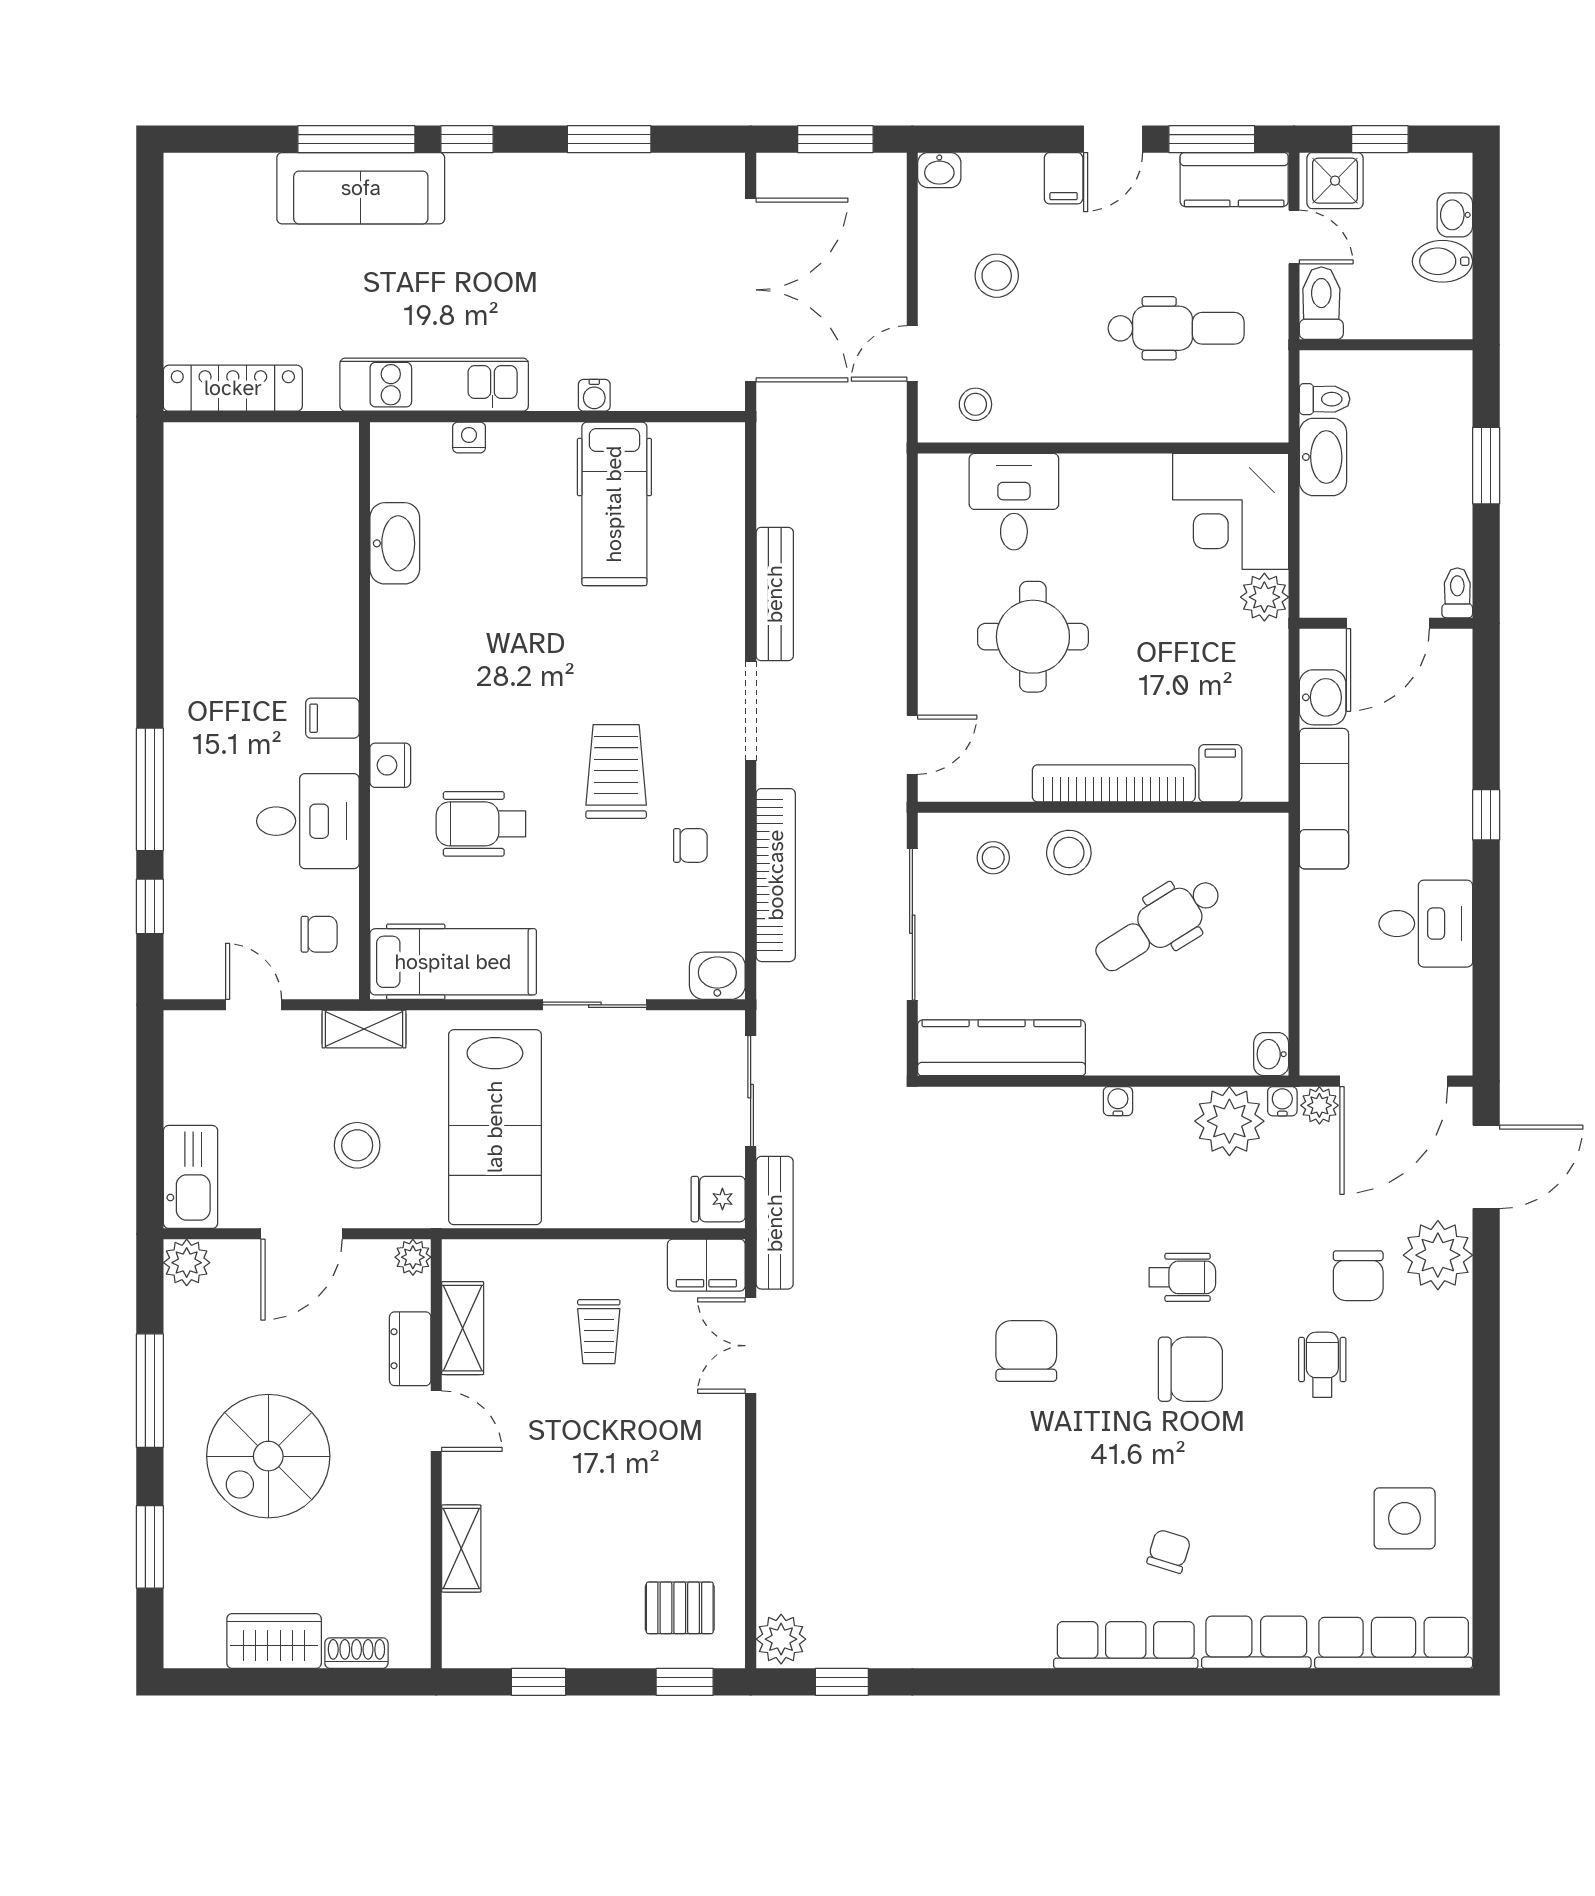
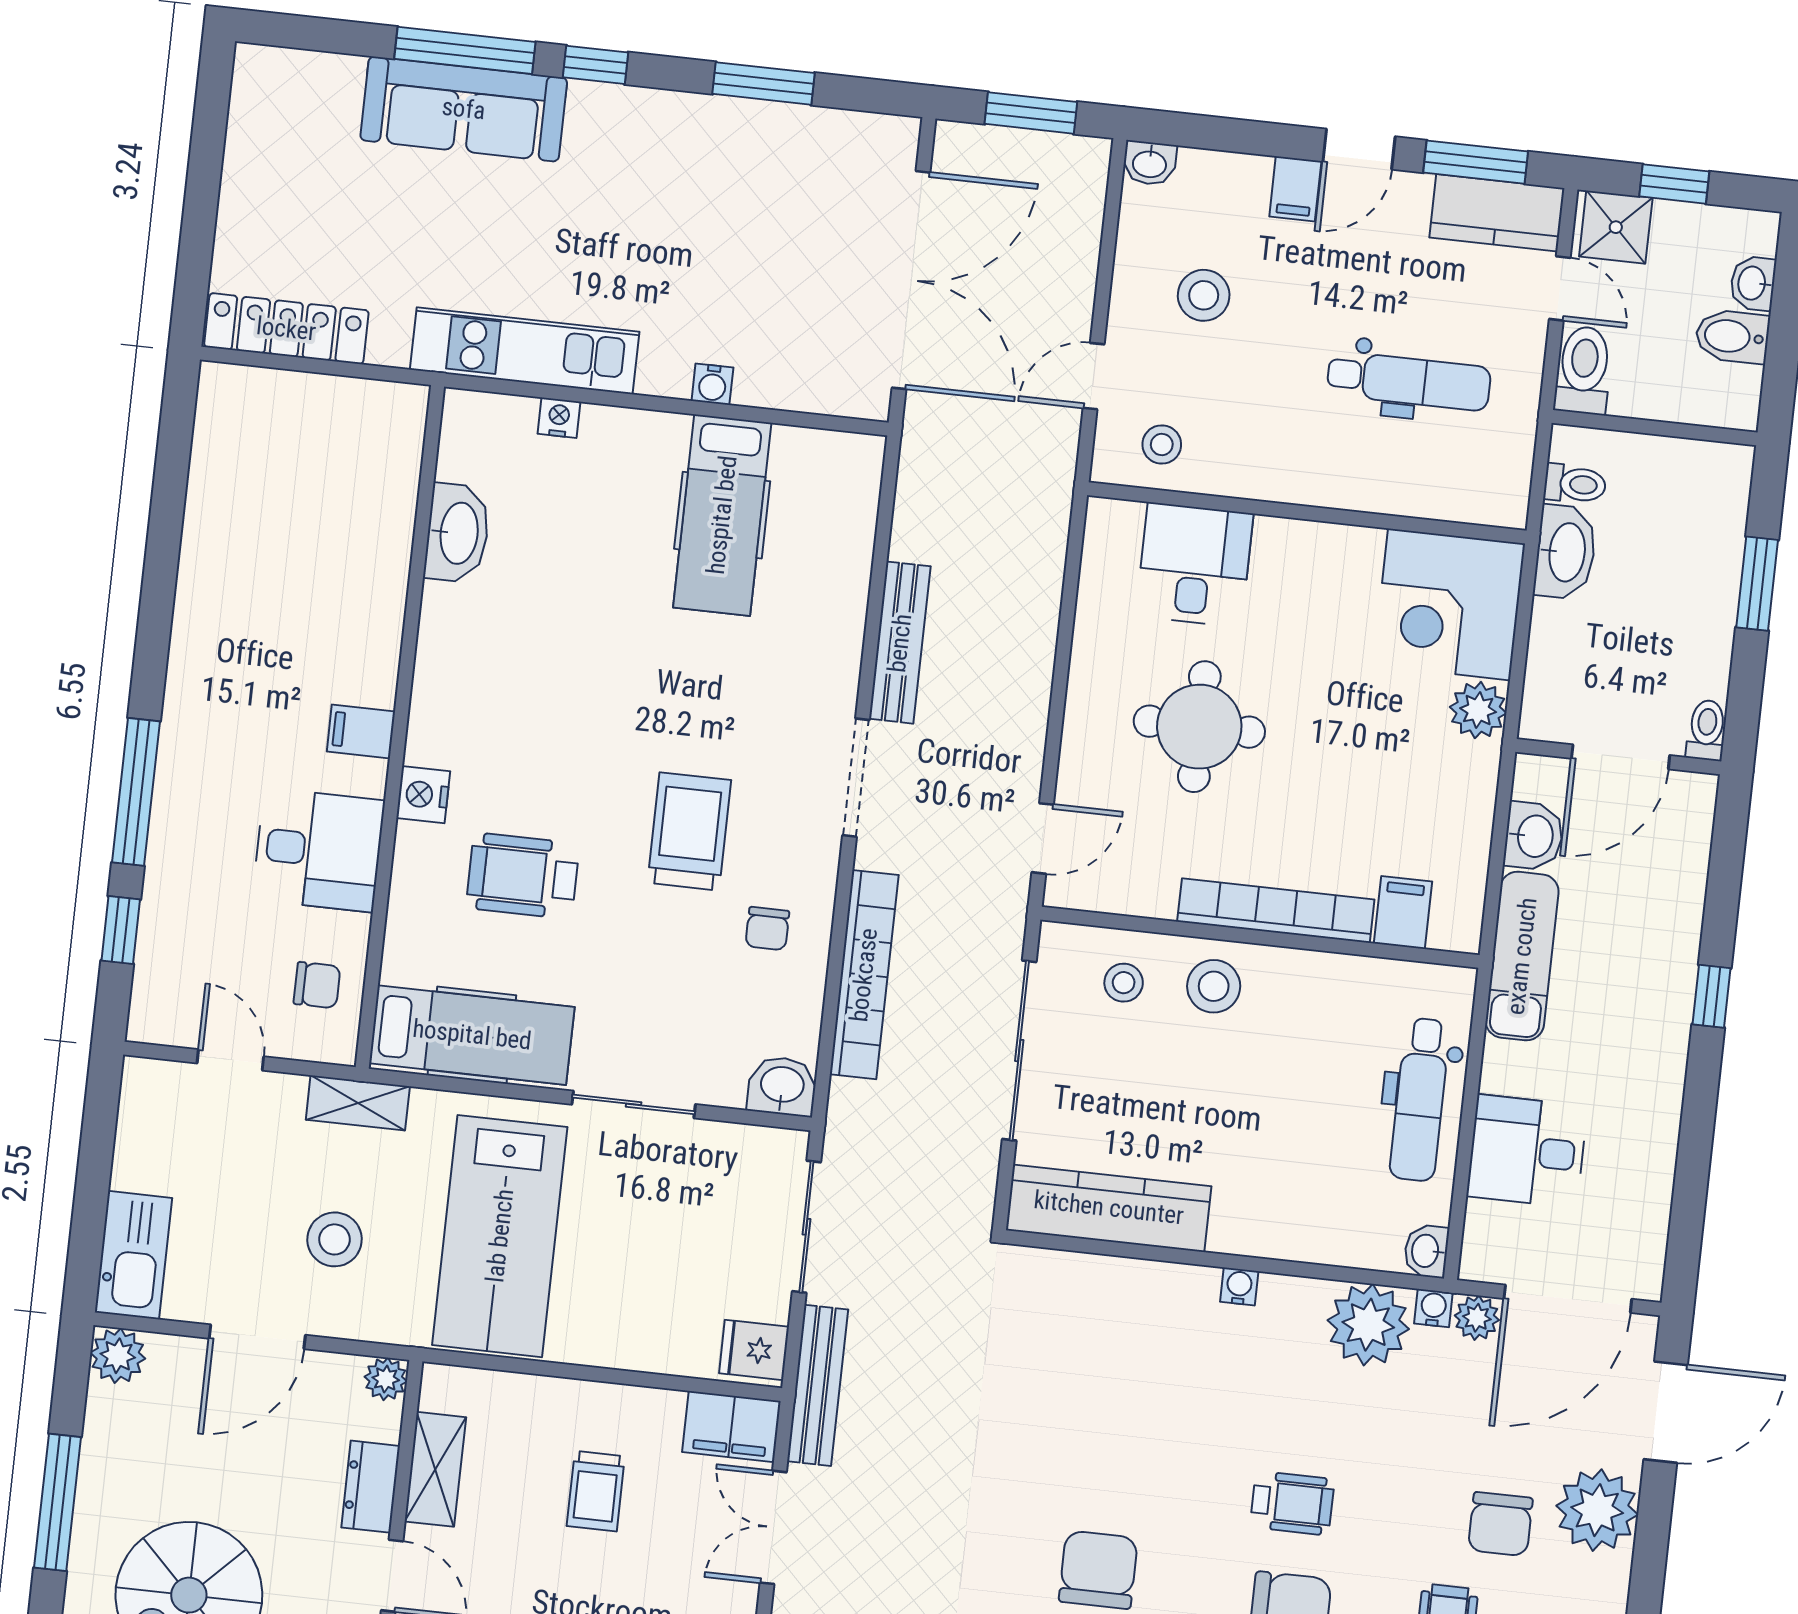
chair: (690, 845) -> (767, 929), turned 90
desk: (1426, 924) -> (1527, 1151), moved, turned 180
dental chair: (1158, 925) -> (1420, 1100), moved, turned -58

